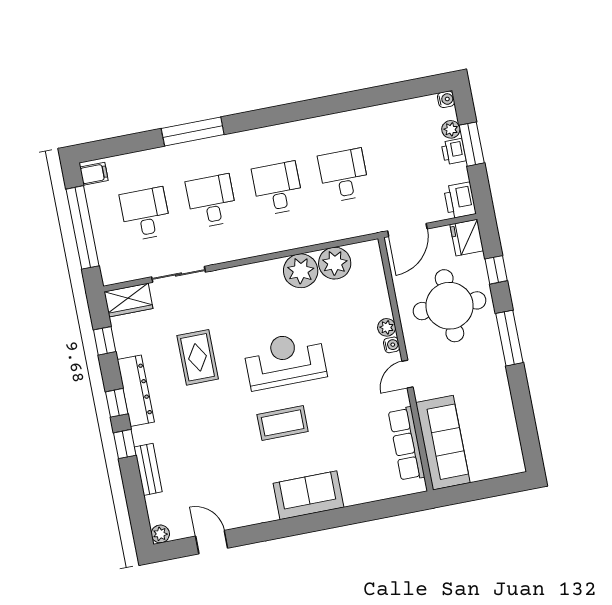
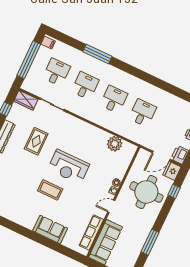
door: (407, 230) -> (161, 156), moved
plant: (301, 271) -> (100, 137), removed
window: (509, 338) -> (150, 242), moved
reception desk: (285, 360) -> (69, 167), turned 180
sofa: (308, 495) -> (50, 229), moved

